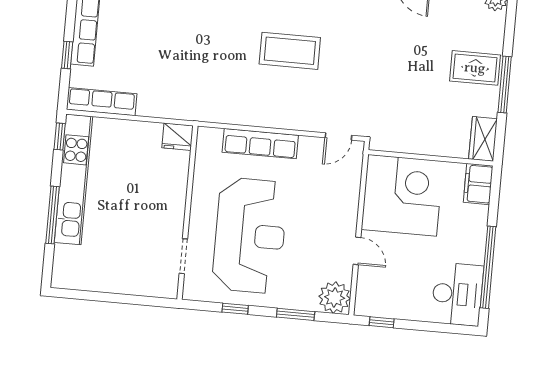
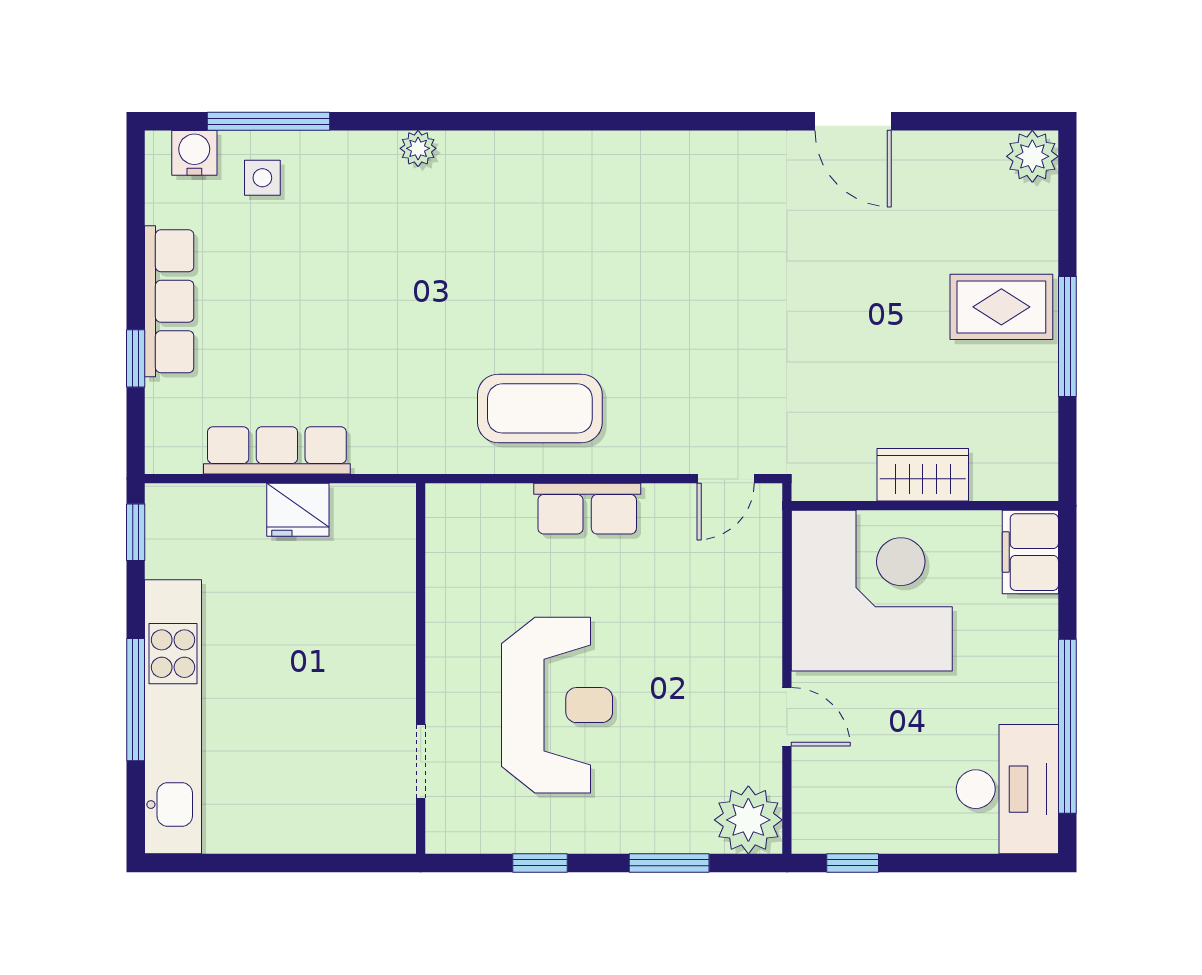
coffee table: (290, 51) -> (540, 408), moved
row of seats: (102, 102) -> (277, 450), moved
fridge: (178, 137) -> (298, 510), moved
wardrobe: (483, 139) -> (923, 475), moved, turned 90
row of seats: (260, 144) -> (587, 509), width x0.68
kitchen unit: (73, 179) -> (173, 717), moved
reception desk: (250, 236) -> (557, 705), width x0.74, depth x0.77

